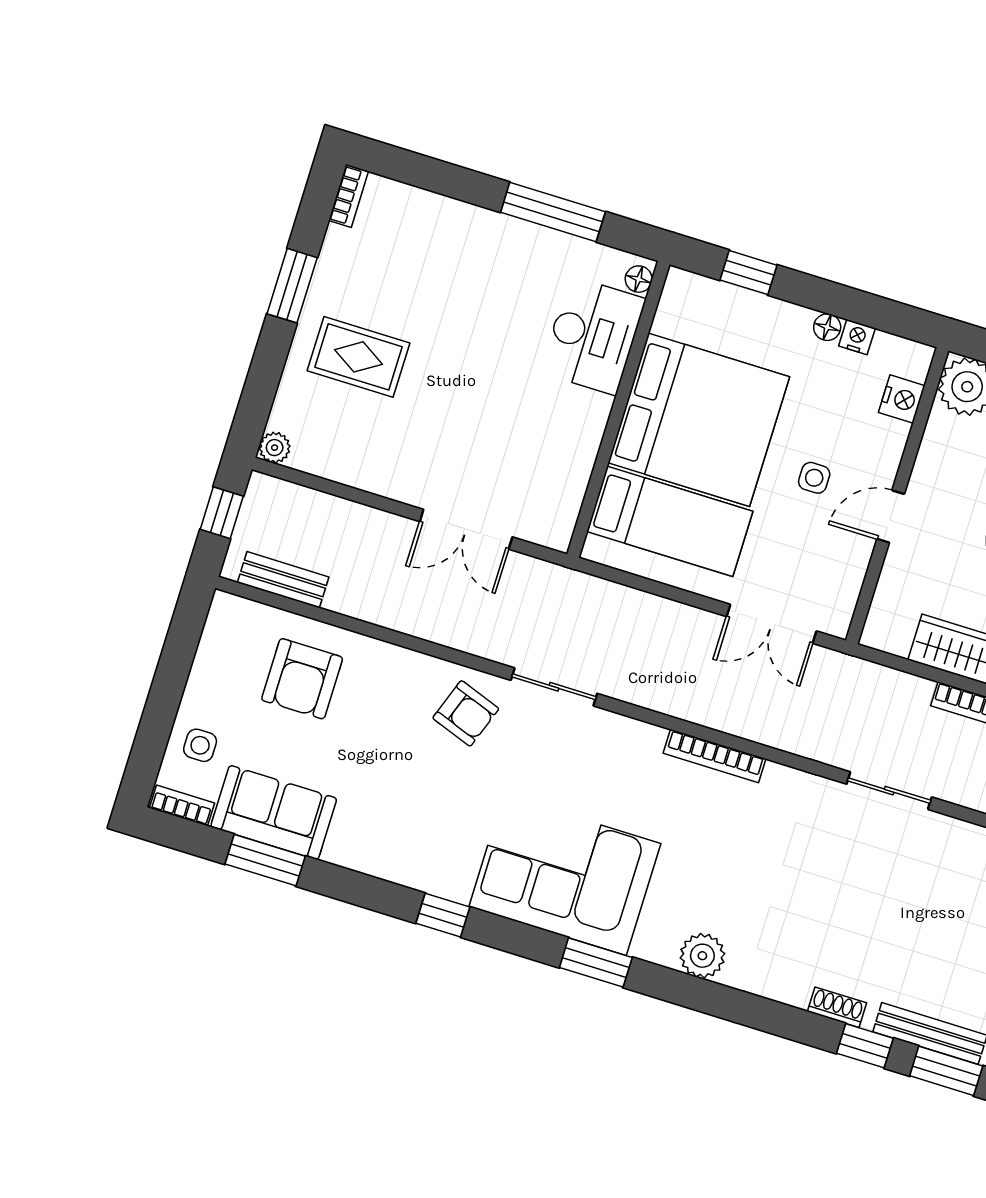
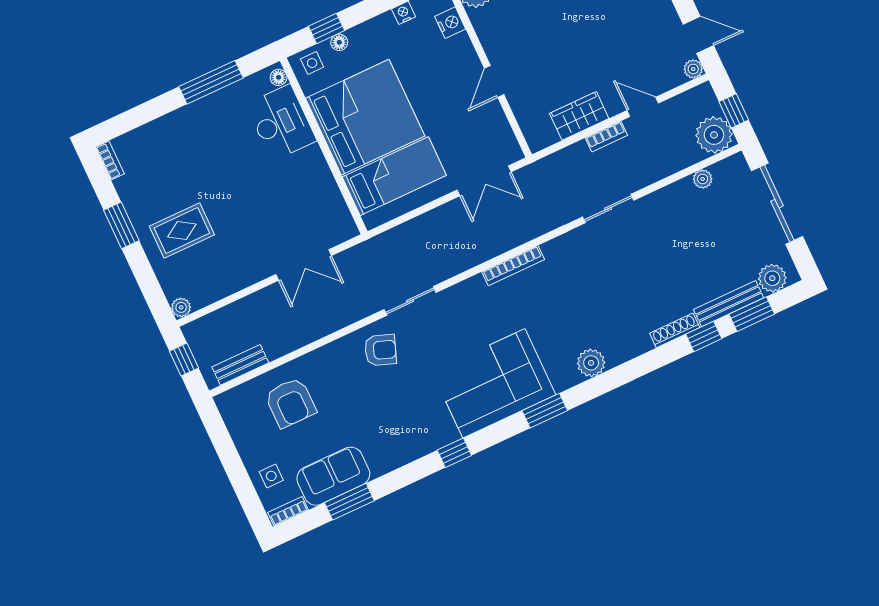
floor lamp: (827, 327) -> (339, 42), moved
side table: (814, 478) -> (312, 63), moved
shoe rack: (837, 1007) -> (675, 330), width x1.43

